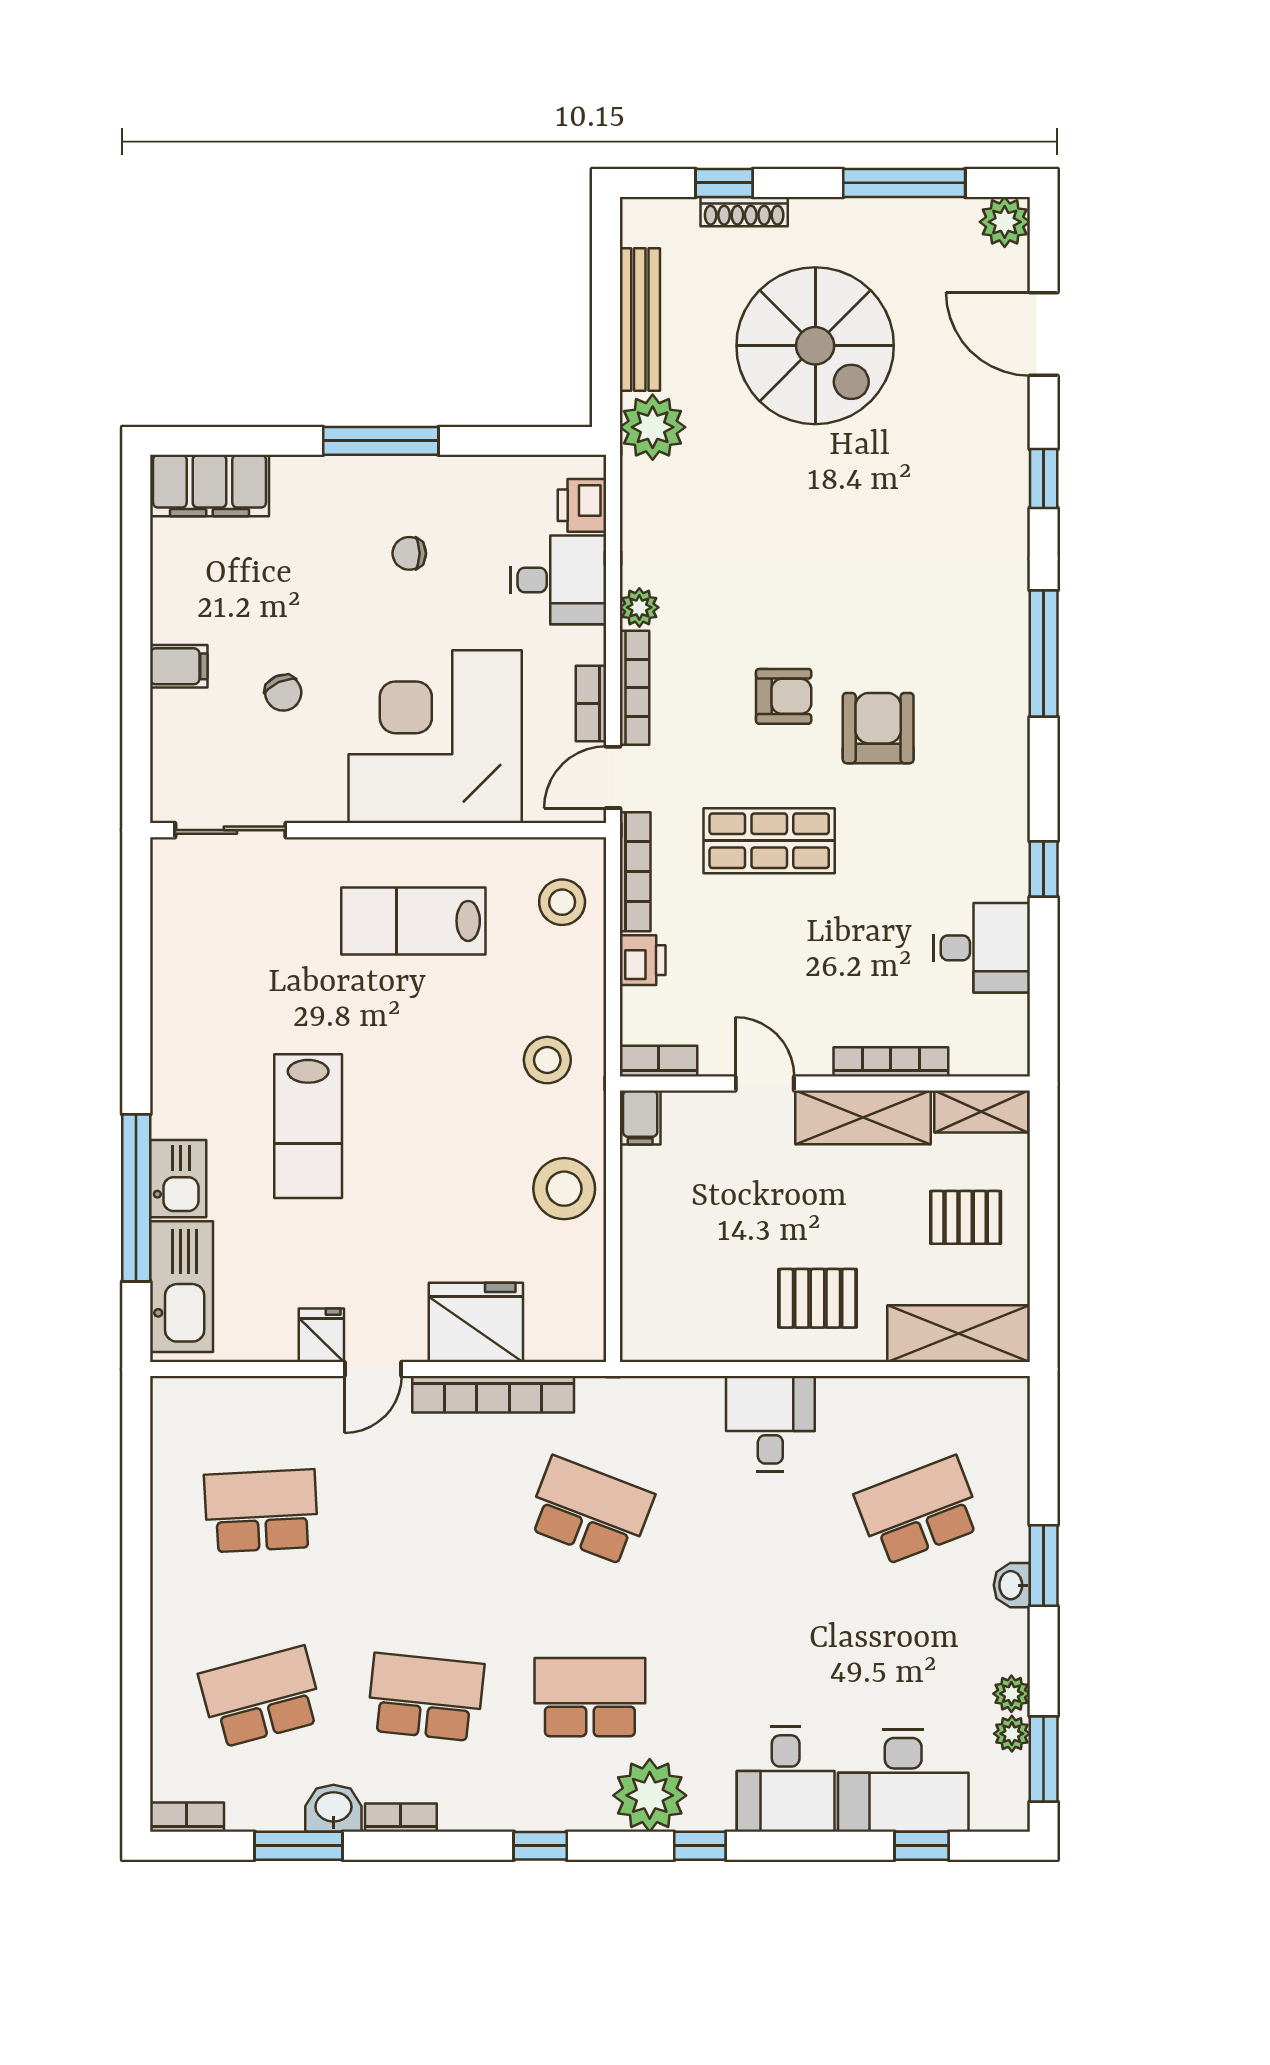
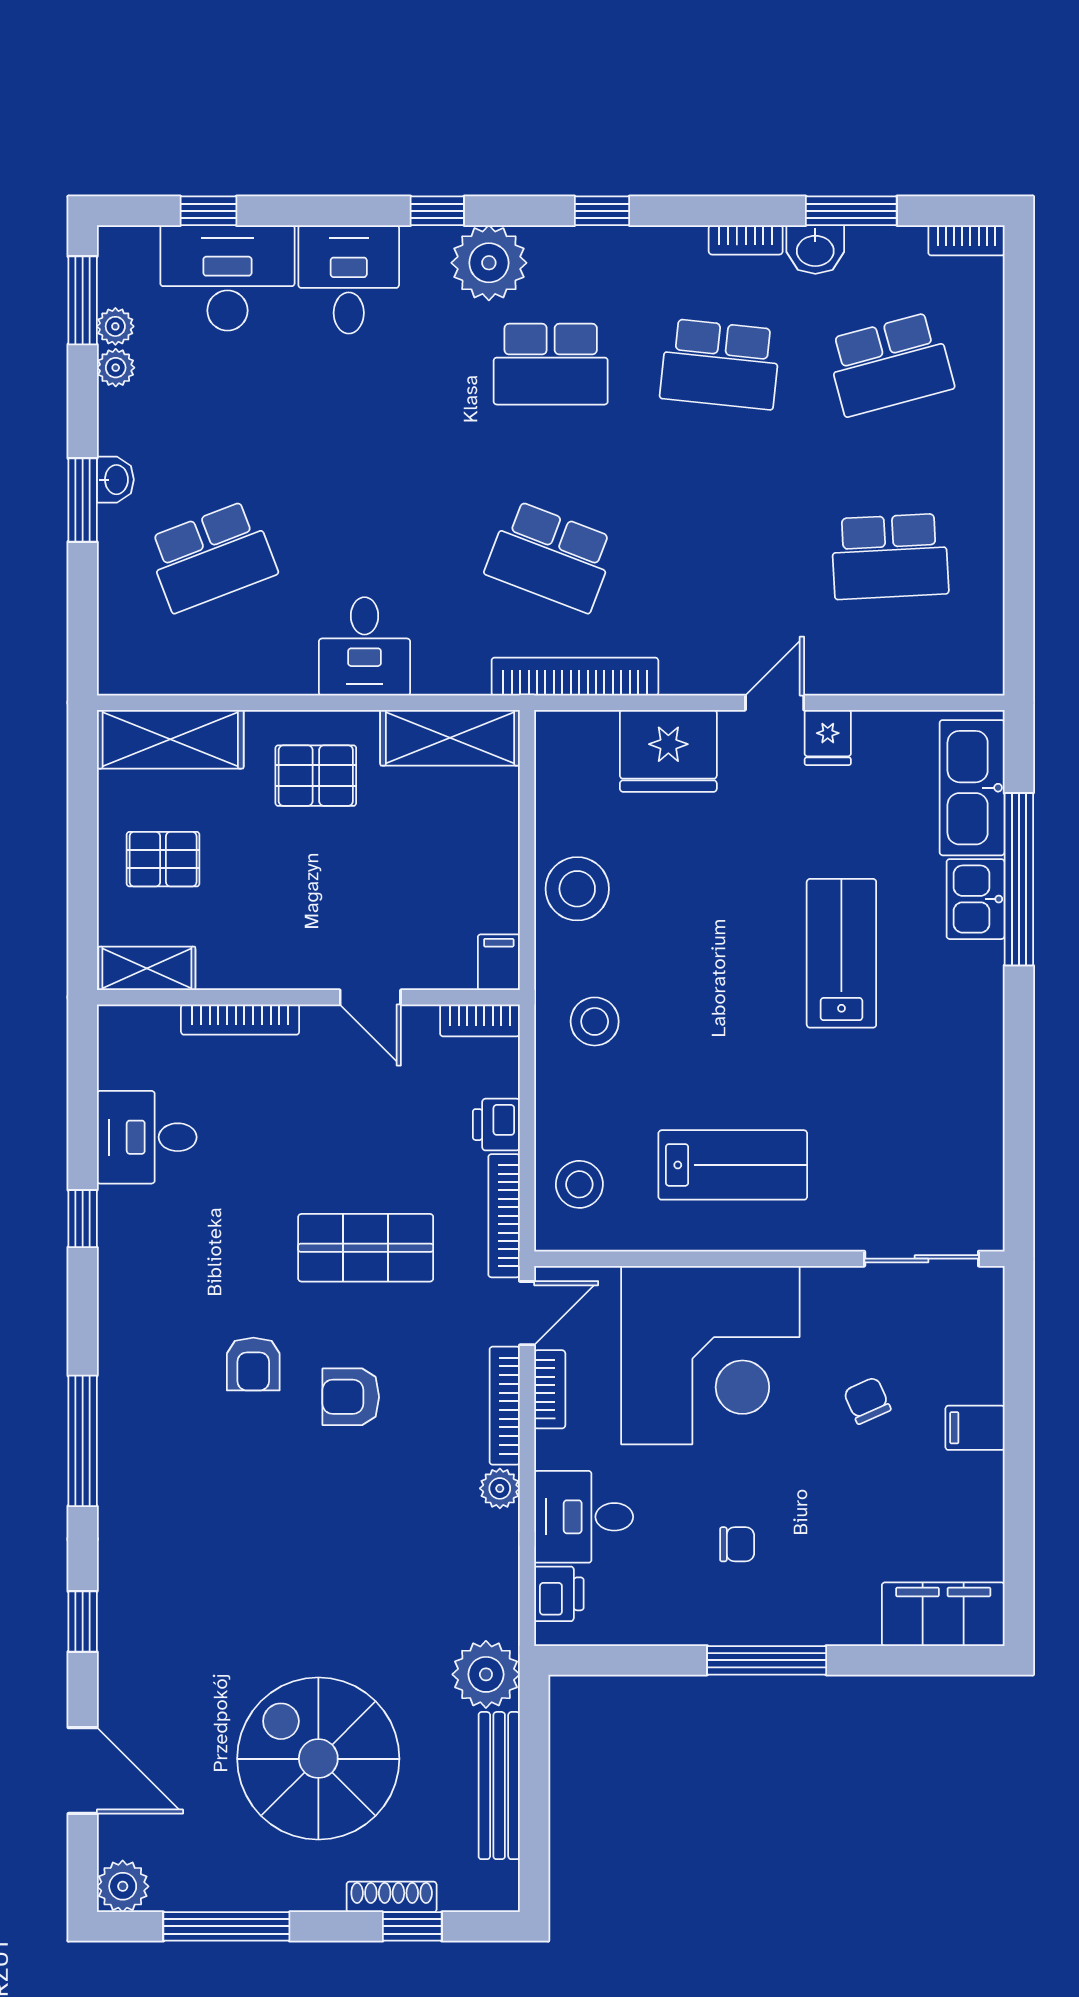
armchair: (878, 728) -> (253, 1364), width x0.72, depth x0.72
shelving: (863, 1117) -> (450, 738), moved
bookcase: (493, 1394) -> (575, 677), moved

